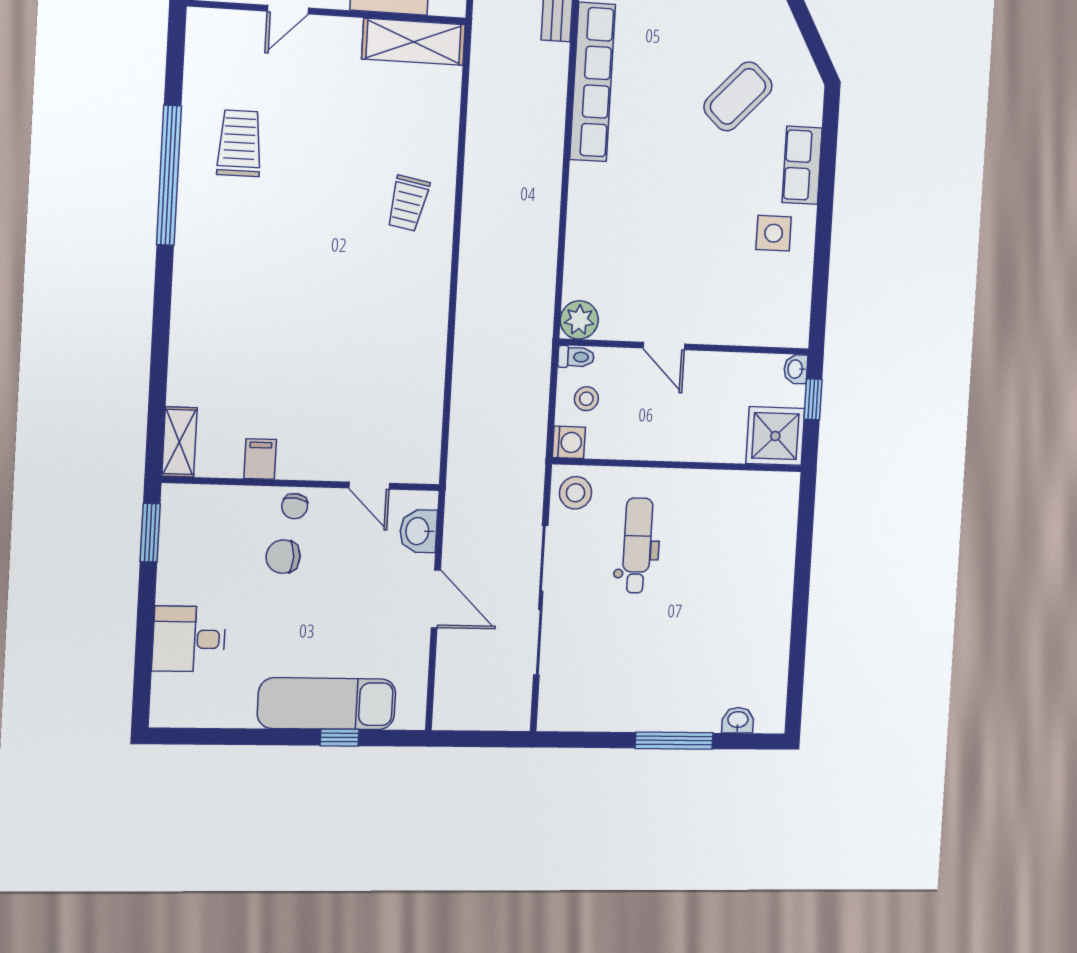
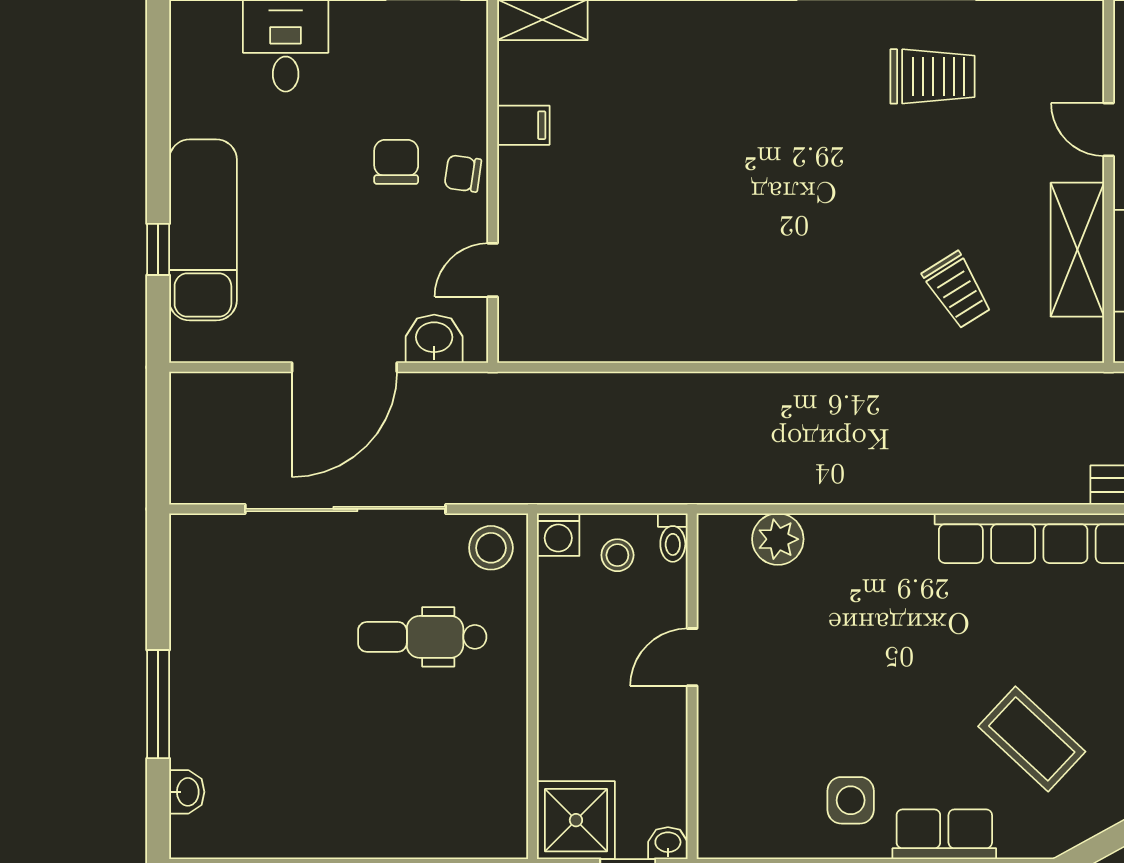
shelving: (414, 42) -> (1077, 250), moved
trolley: (408, 203) -> (957, 290), moved, turned -133
plant: (579, 320) -> (778, 539), moved
dental chair: (637, 545) -> (422, 637), turned 180
door: (436, 599) -> (344, 367), width x1.36

